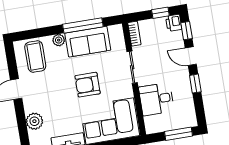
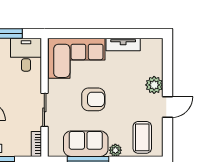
desk: (156, 99) -> (26, 55), moved, turned -90
plant: (34, 121) -> (154, 85), moved

